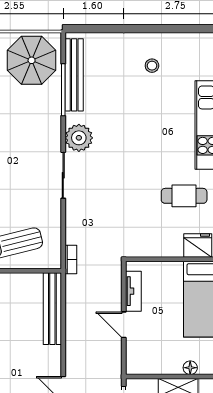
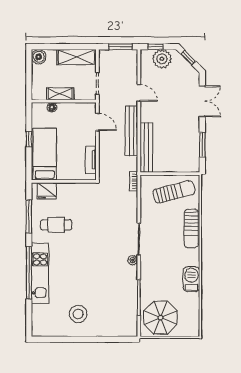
stool: (152, 66) -> (78, 314), width x1.89, depth x1.89
bench: (74, 75) -> (131, 131), moved
plant: (79, 138) -> (133, 260), width x0.53, depth x0.53
door: (124, 325) -> (97, 122), moved

